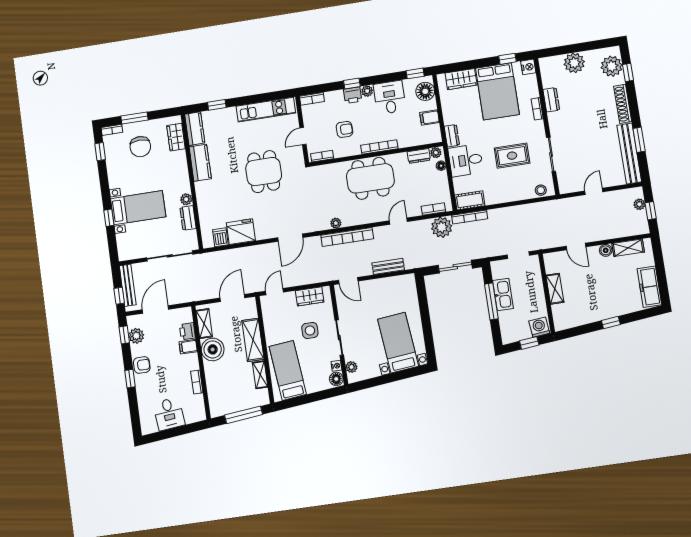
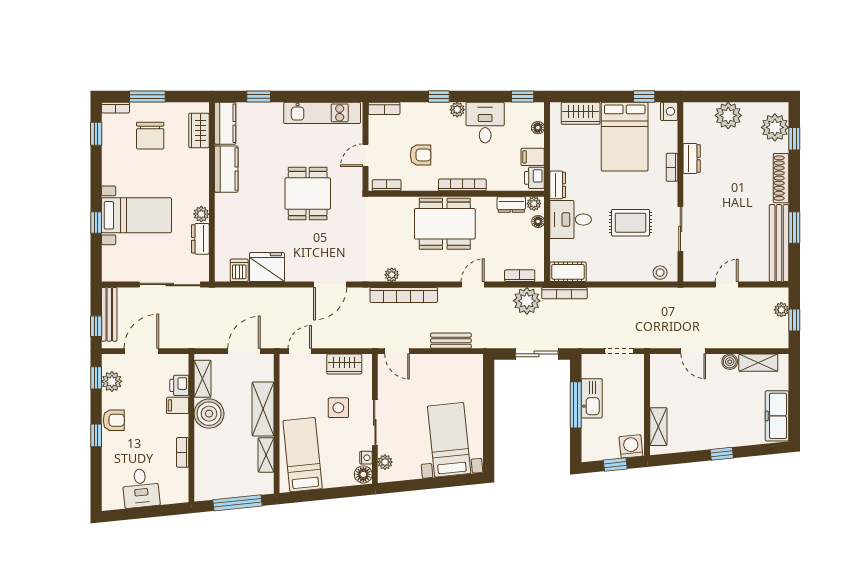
floor lamp: (425, 91) -> (538, 128), width x0.53, depth x0.53
printer: (353, 95) -> (534, 178), moved, turned 90
shelving: (555, 289) -> (658, 427), moved

